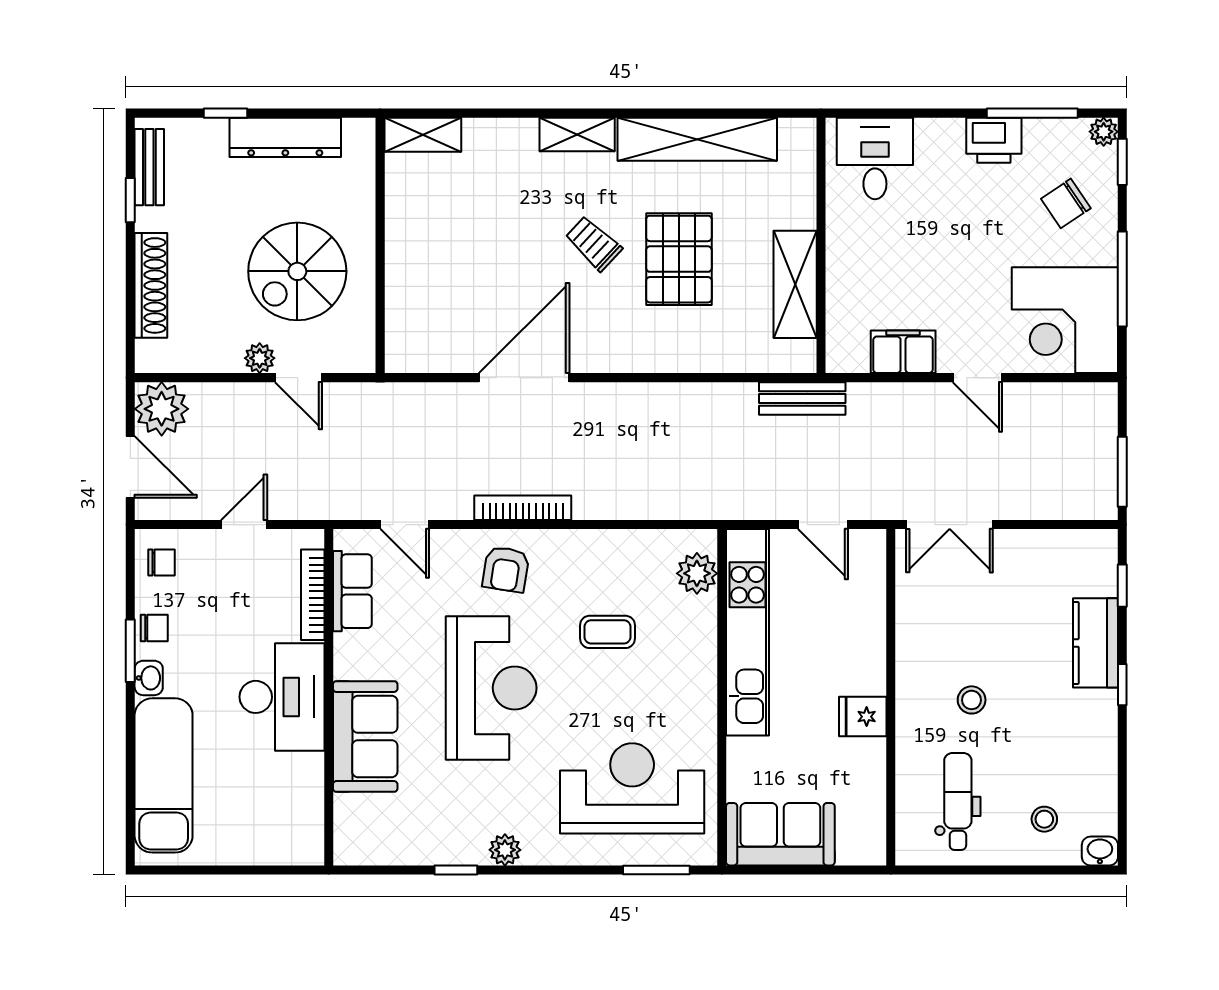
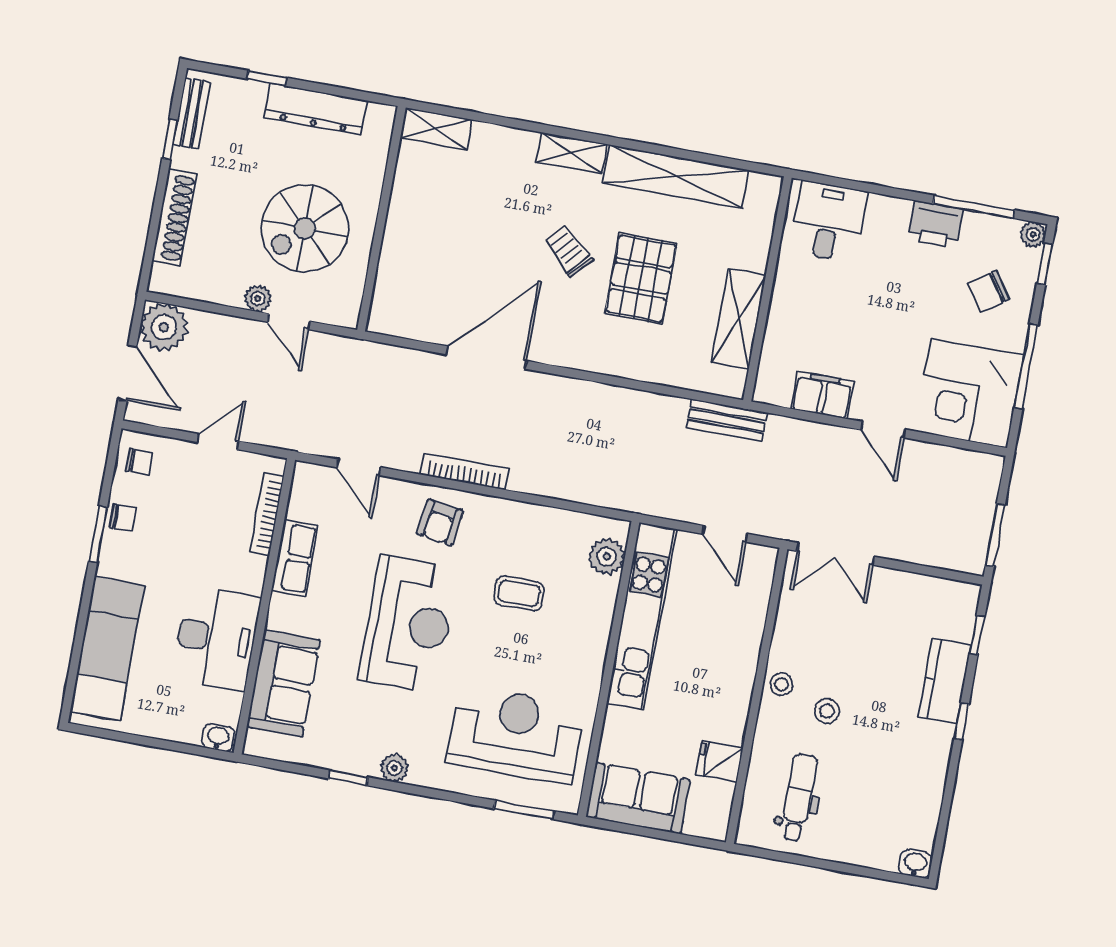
row of seats: (352, 591) -> (295, 558), moved
washbasin: (149, 678) -> (218, 737), moved, turned -90
desk: (282, 697) -> (216, 638), moved
fridge: (863, 717) -> (719, 761), moved
sofa: (365, 736) -> (283, 684), moved
stool: (1044, 819) -> (782, 684), moved

